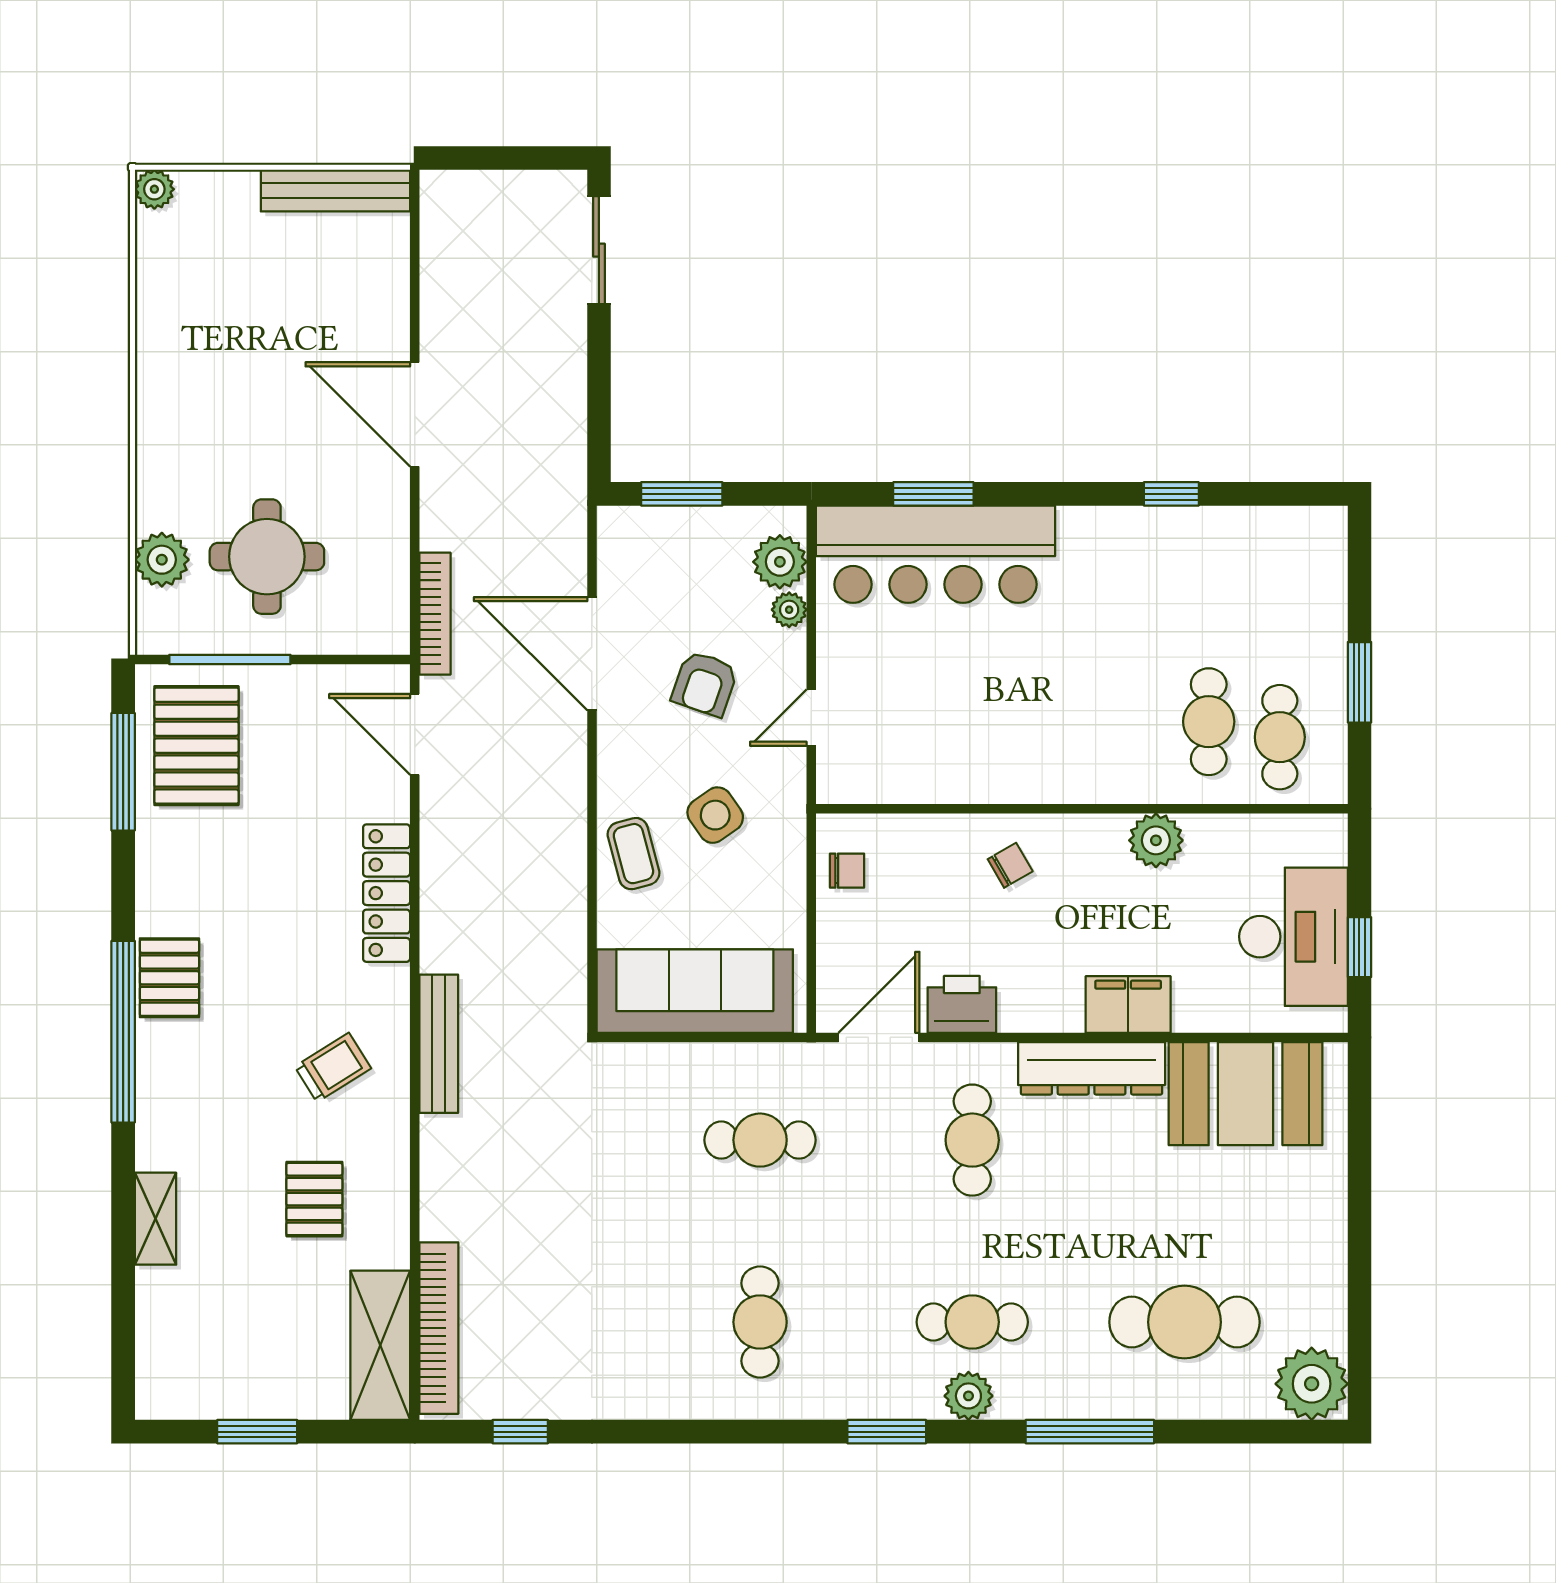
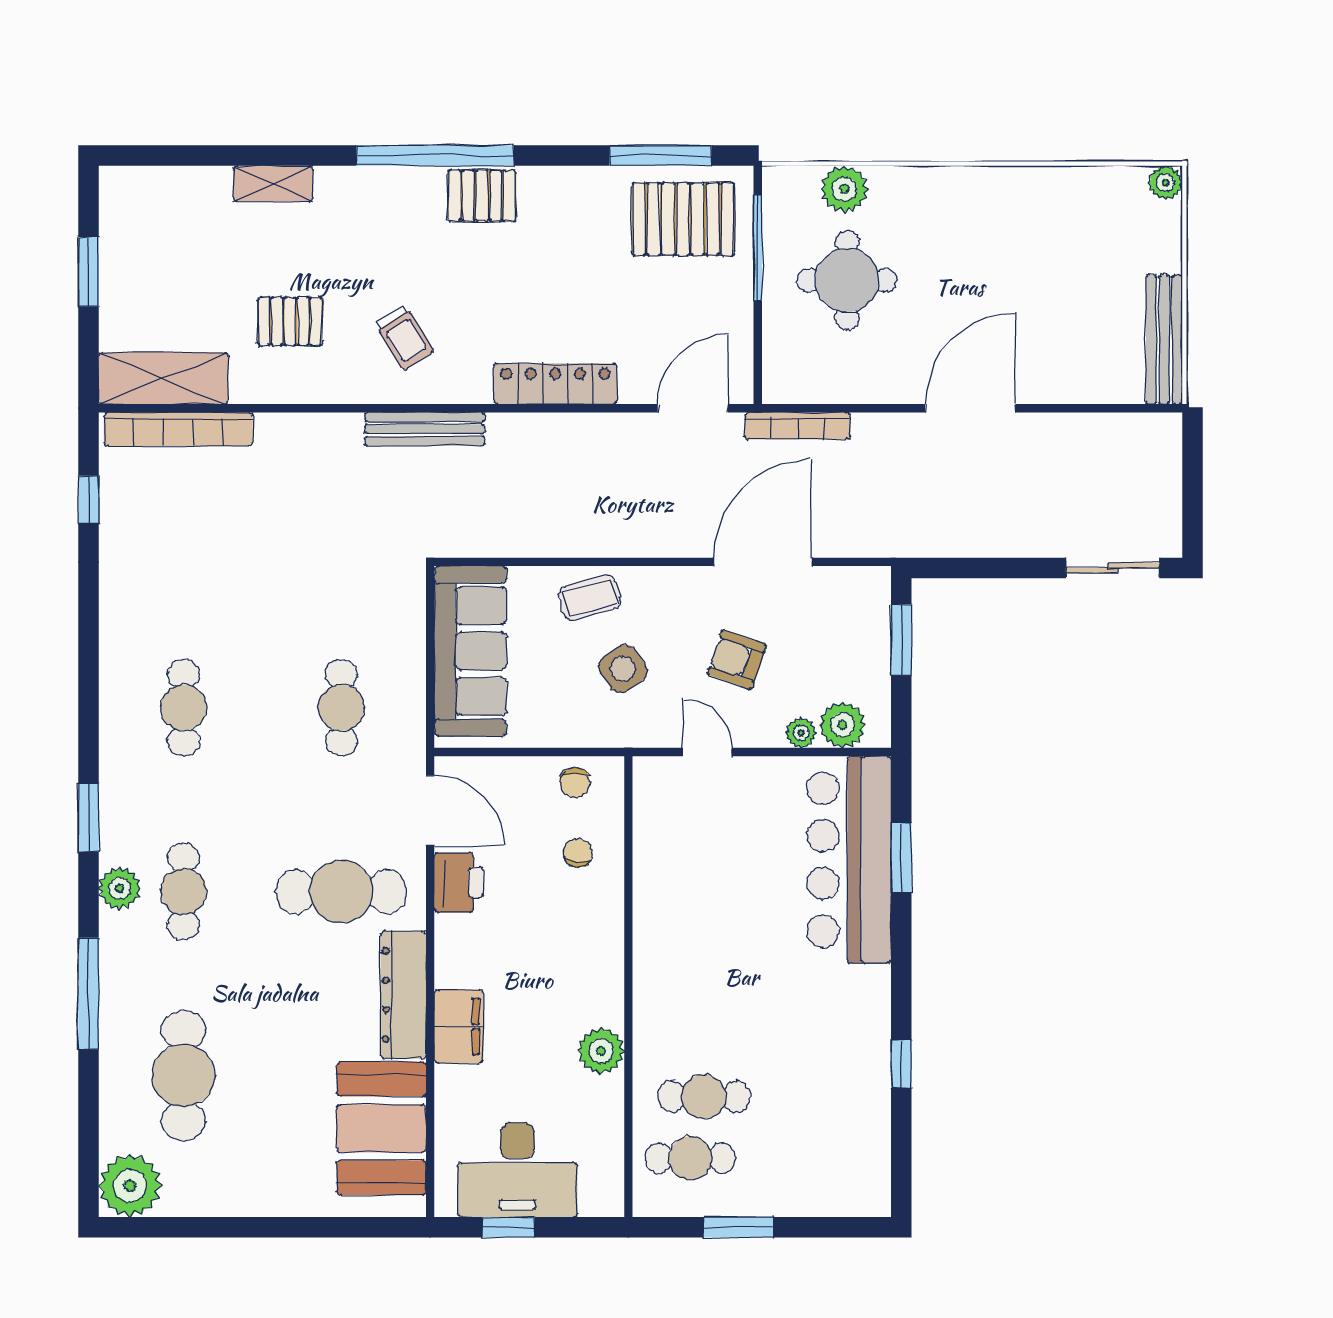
chair: (1010, 865) -> (578, 853), moved, turned -144
cafe table: (972, 1140) -> (341, 892), width x1.37, depth x1.35
cafe table: (760, 1322) -> (184, 708), turned 90

